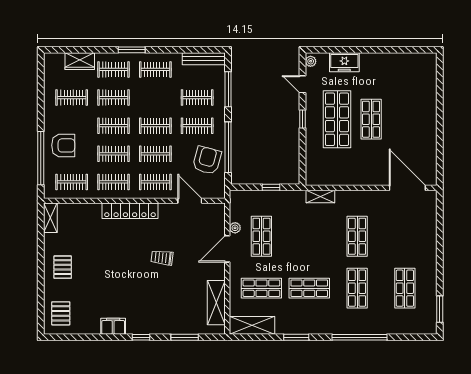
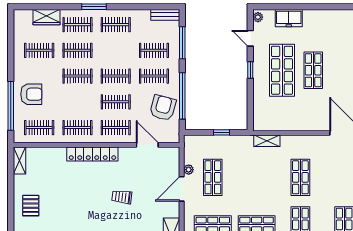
bench: (204, 59) -> (165, 15), width x0.73
clothes rail: (114, 154) -> (77, 102), removed

